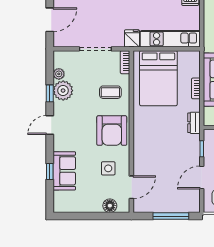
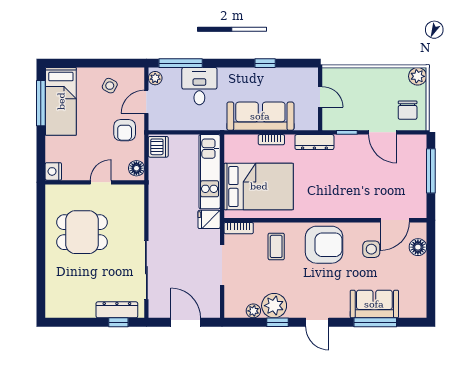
dresser: (194, 123) -> (314, 142), width x1.44
window: (50, 172) -> (375, 322), width x2.17
door: (131, 187) -> (395, 220), swing flipped

